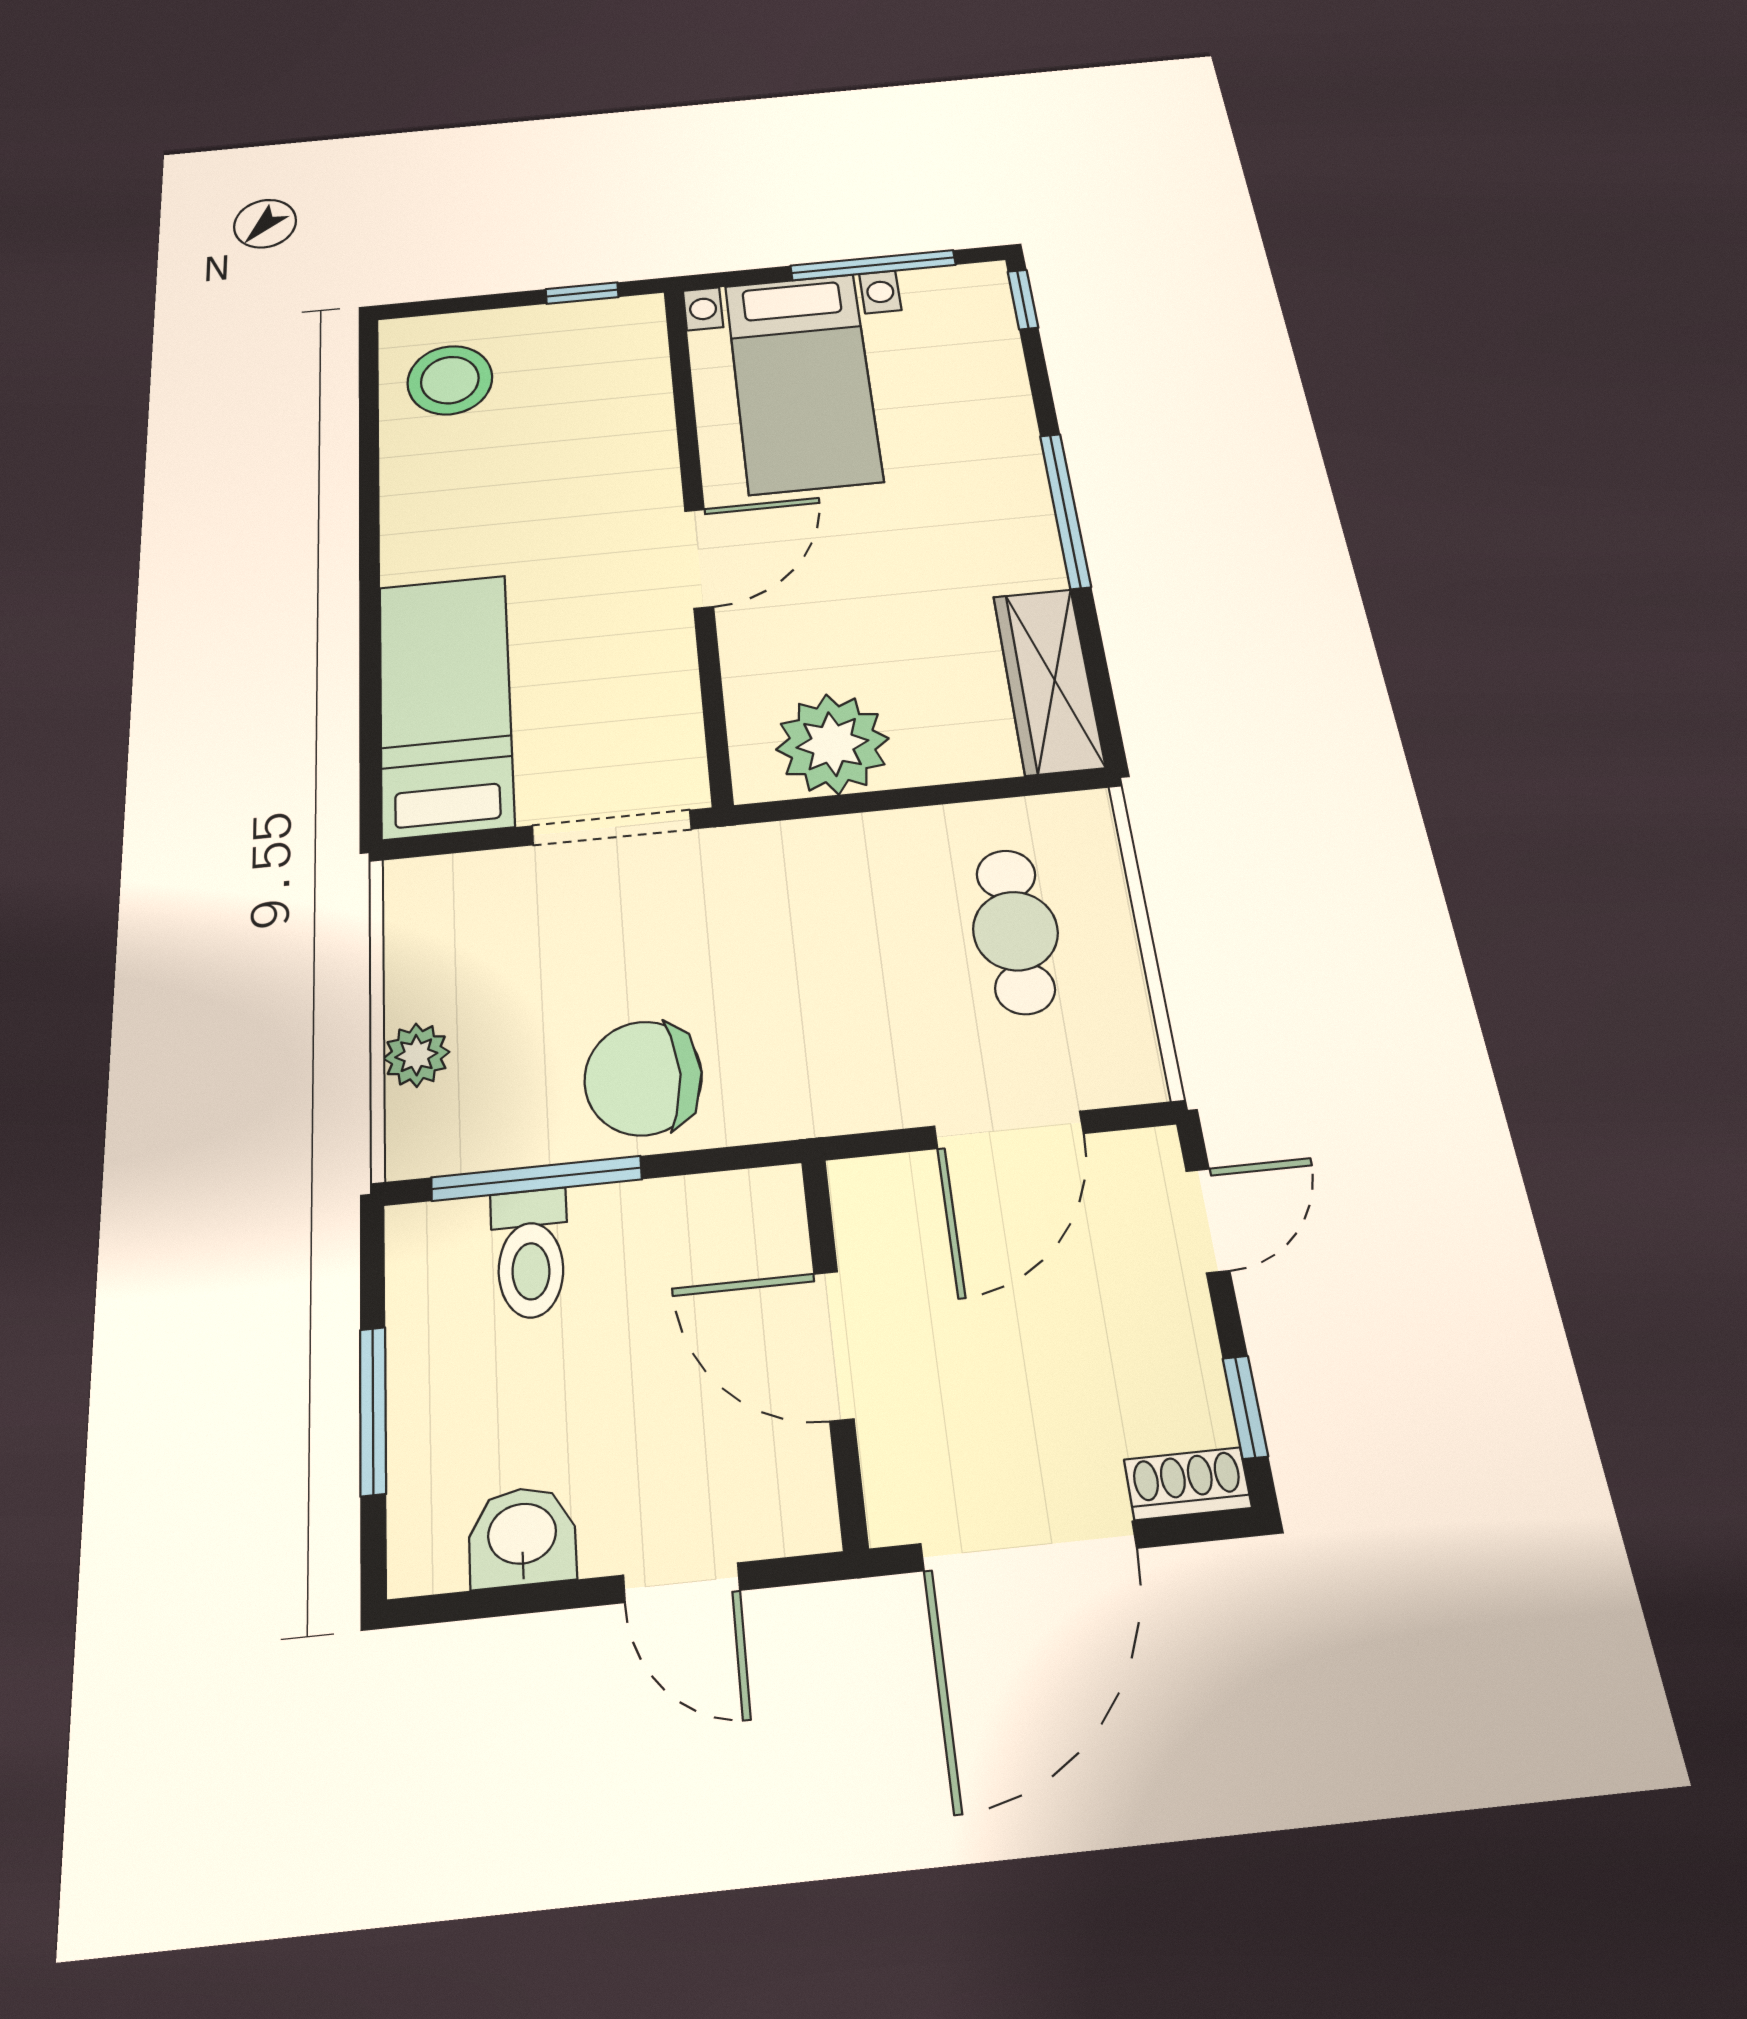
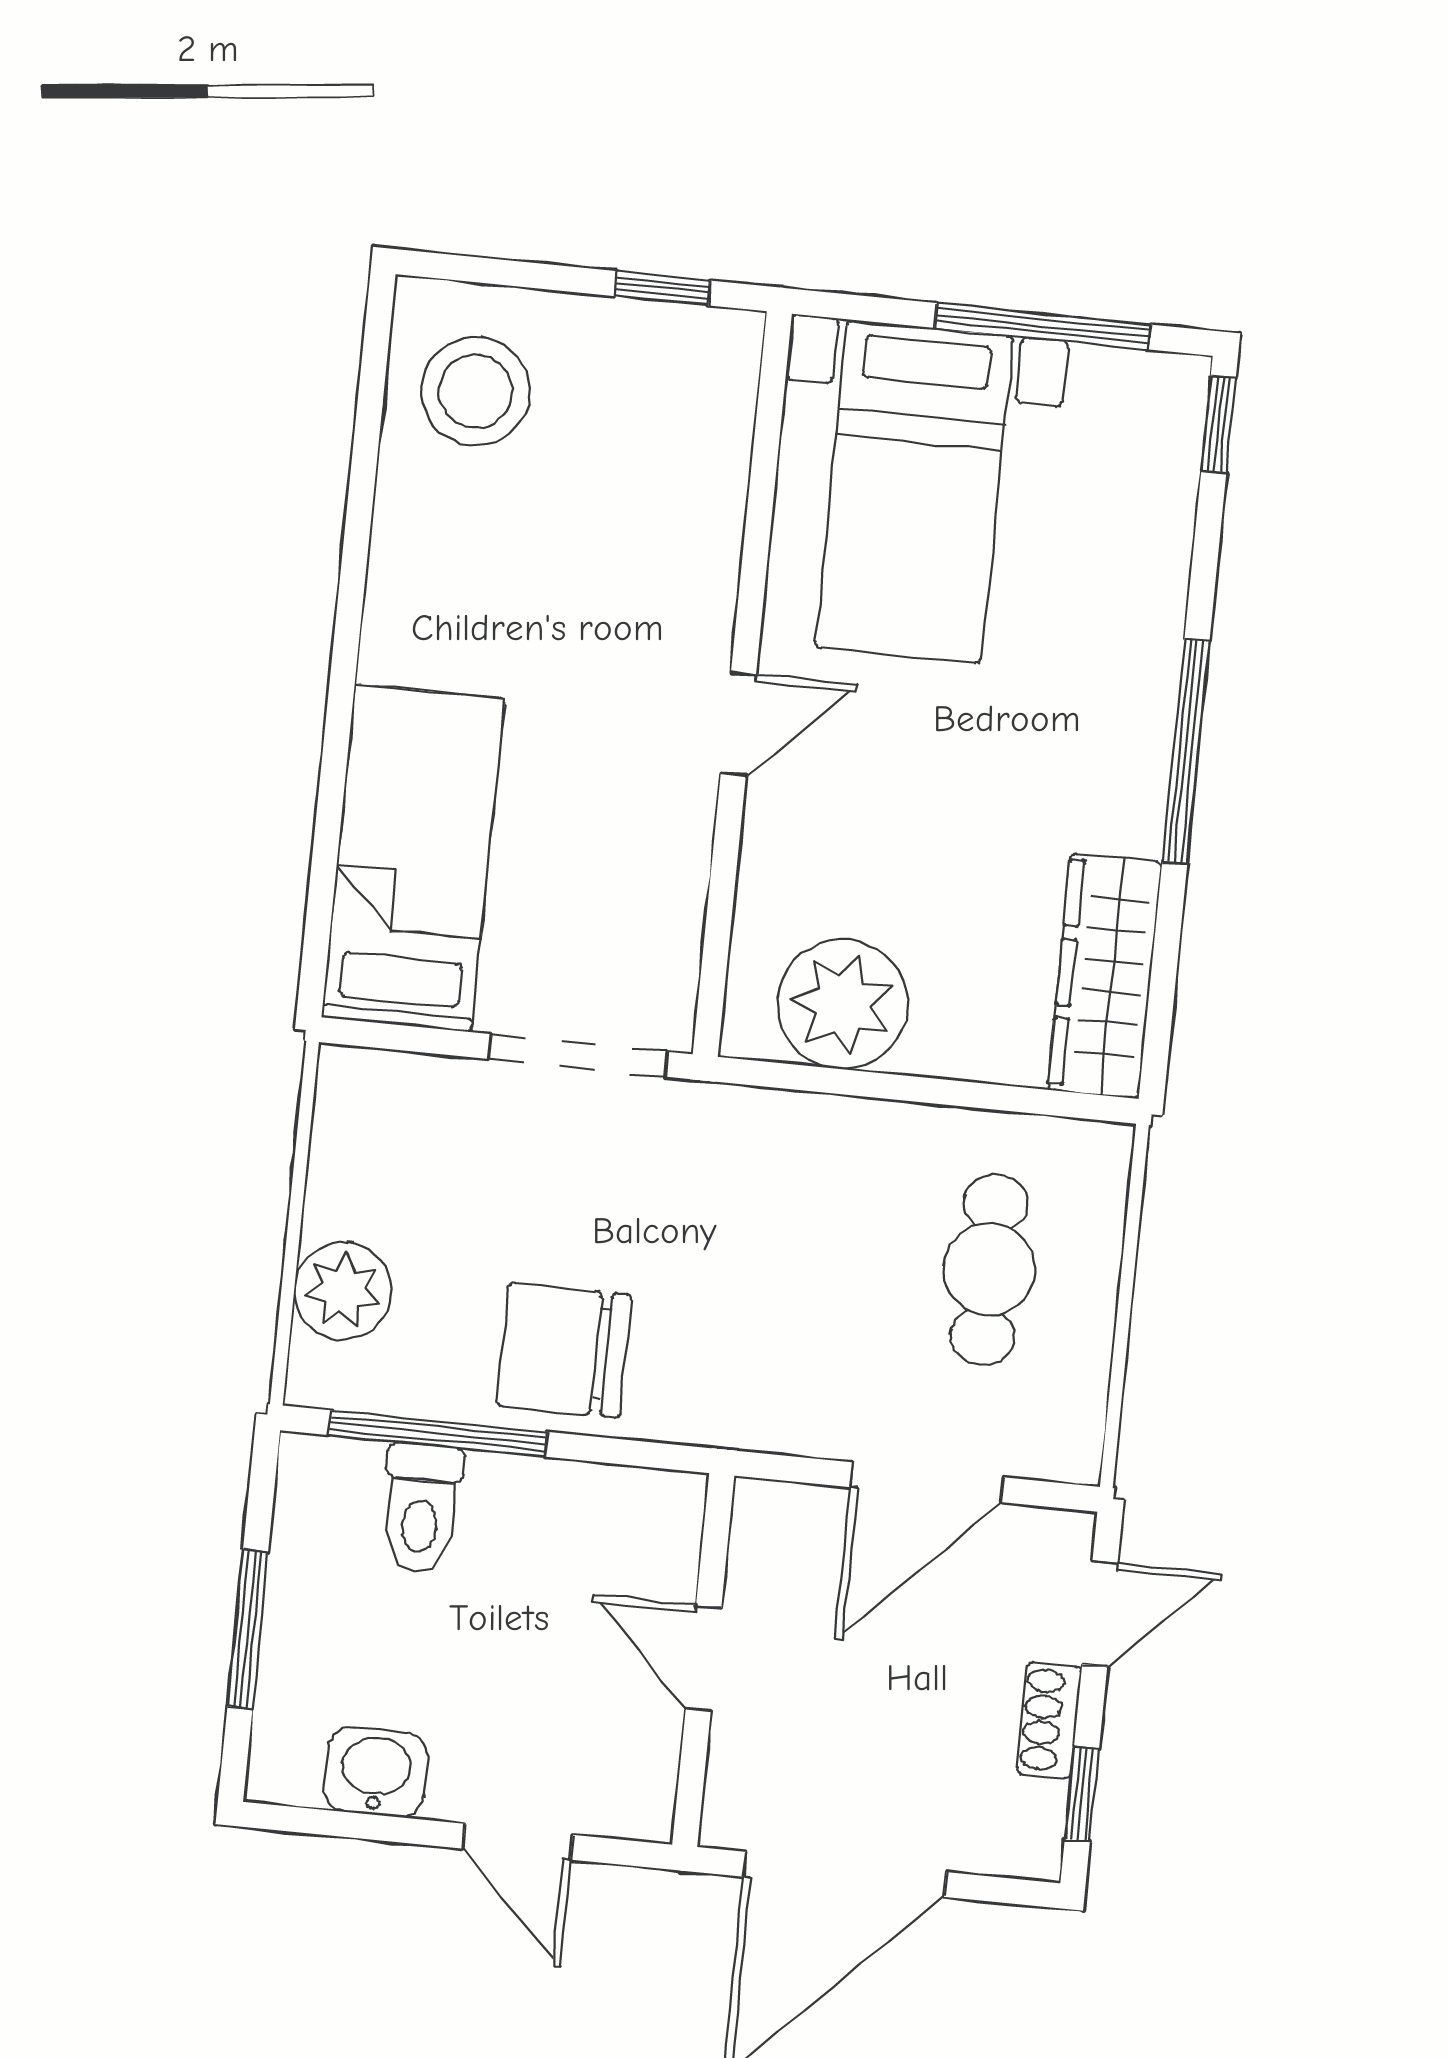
door: (699, 558) -> (738, 724), width x0.73
plant: (416, 1055) -> (343, 1291), width x1.38, depth x1.38
door: (834, 1345) -> (703, 1658), width x0.73
shoe rack: (1188, 1484) -> (1049, 1720), moved, turned -90

